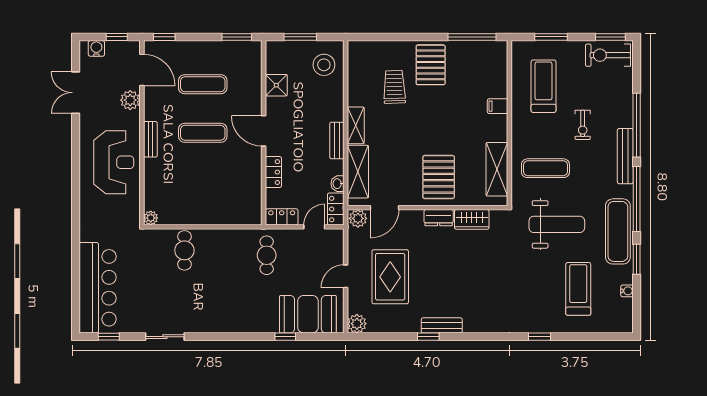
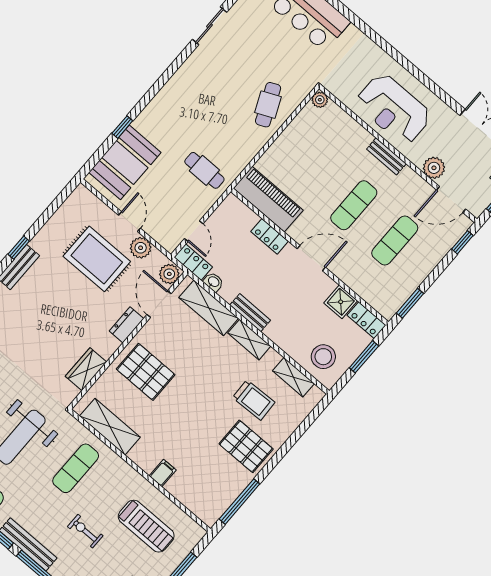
shelving: (355, 73) -> (293, 377), added
piano: (249, 195) -> (268, 199), added
locker: (282, 217) -> (367, 320), moved, turned 90
dresser: (439, 218) -> (127, 325), moved
cafe table: (184, 250) -> (268, 105), turned 66
plant: (357, 324) -> (141, 248), moved

